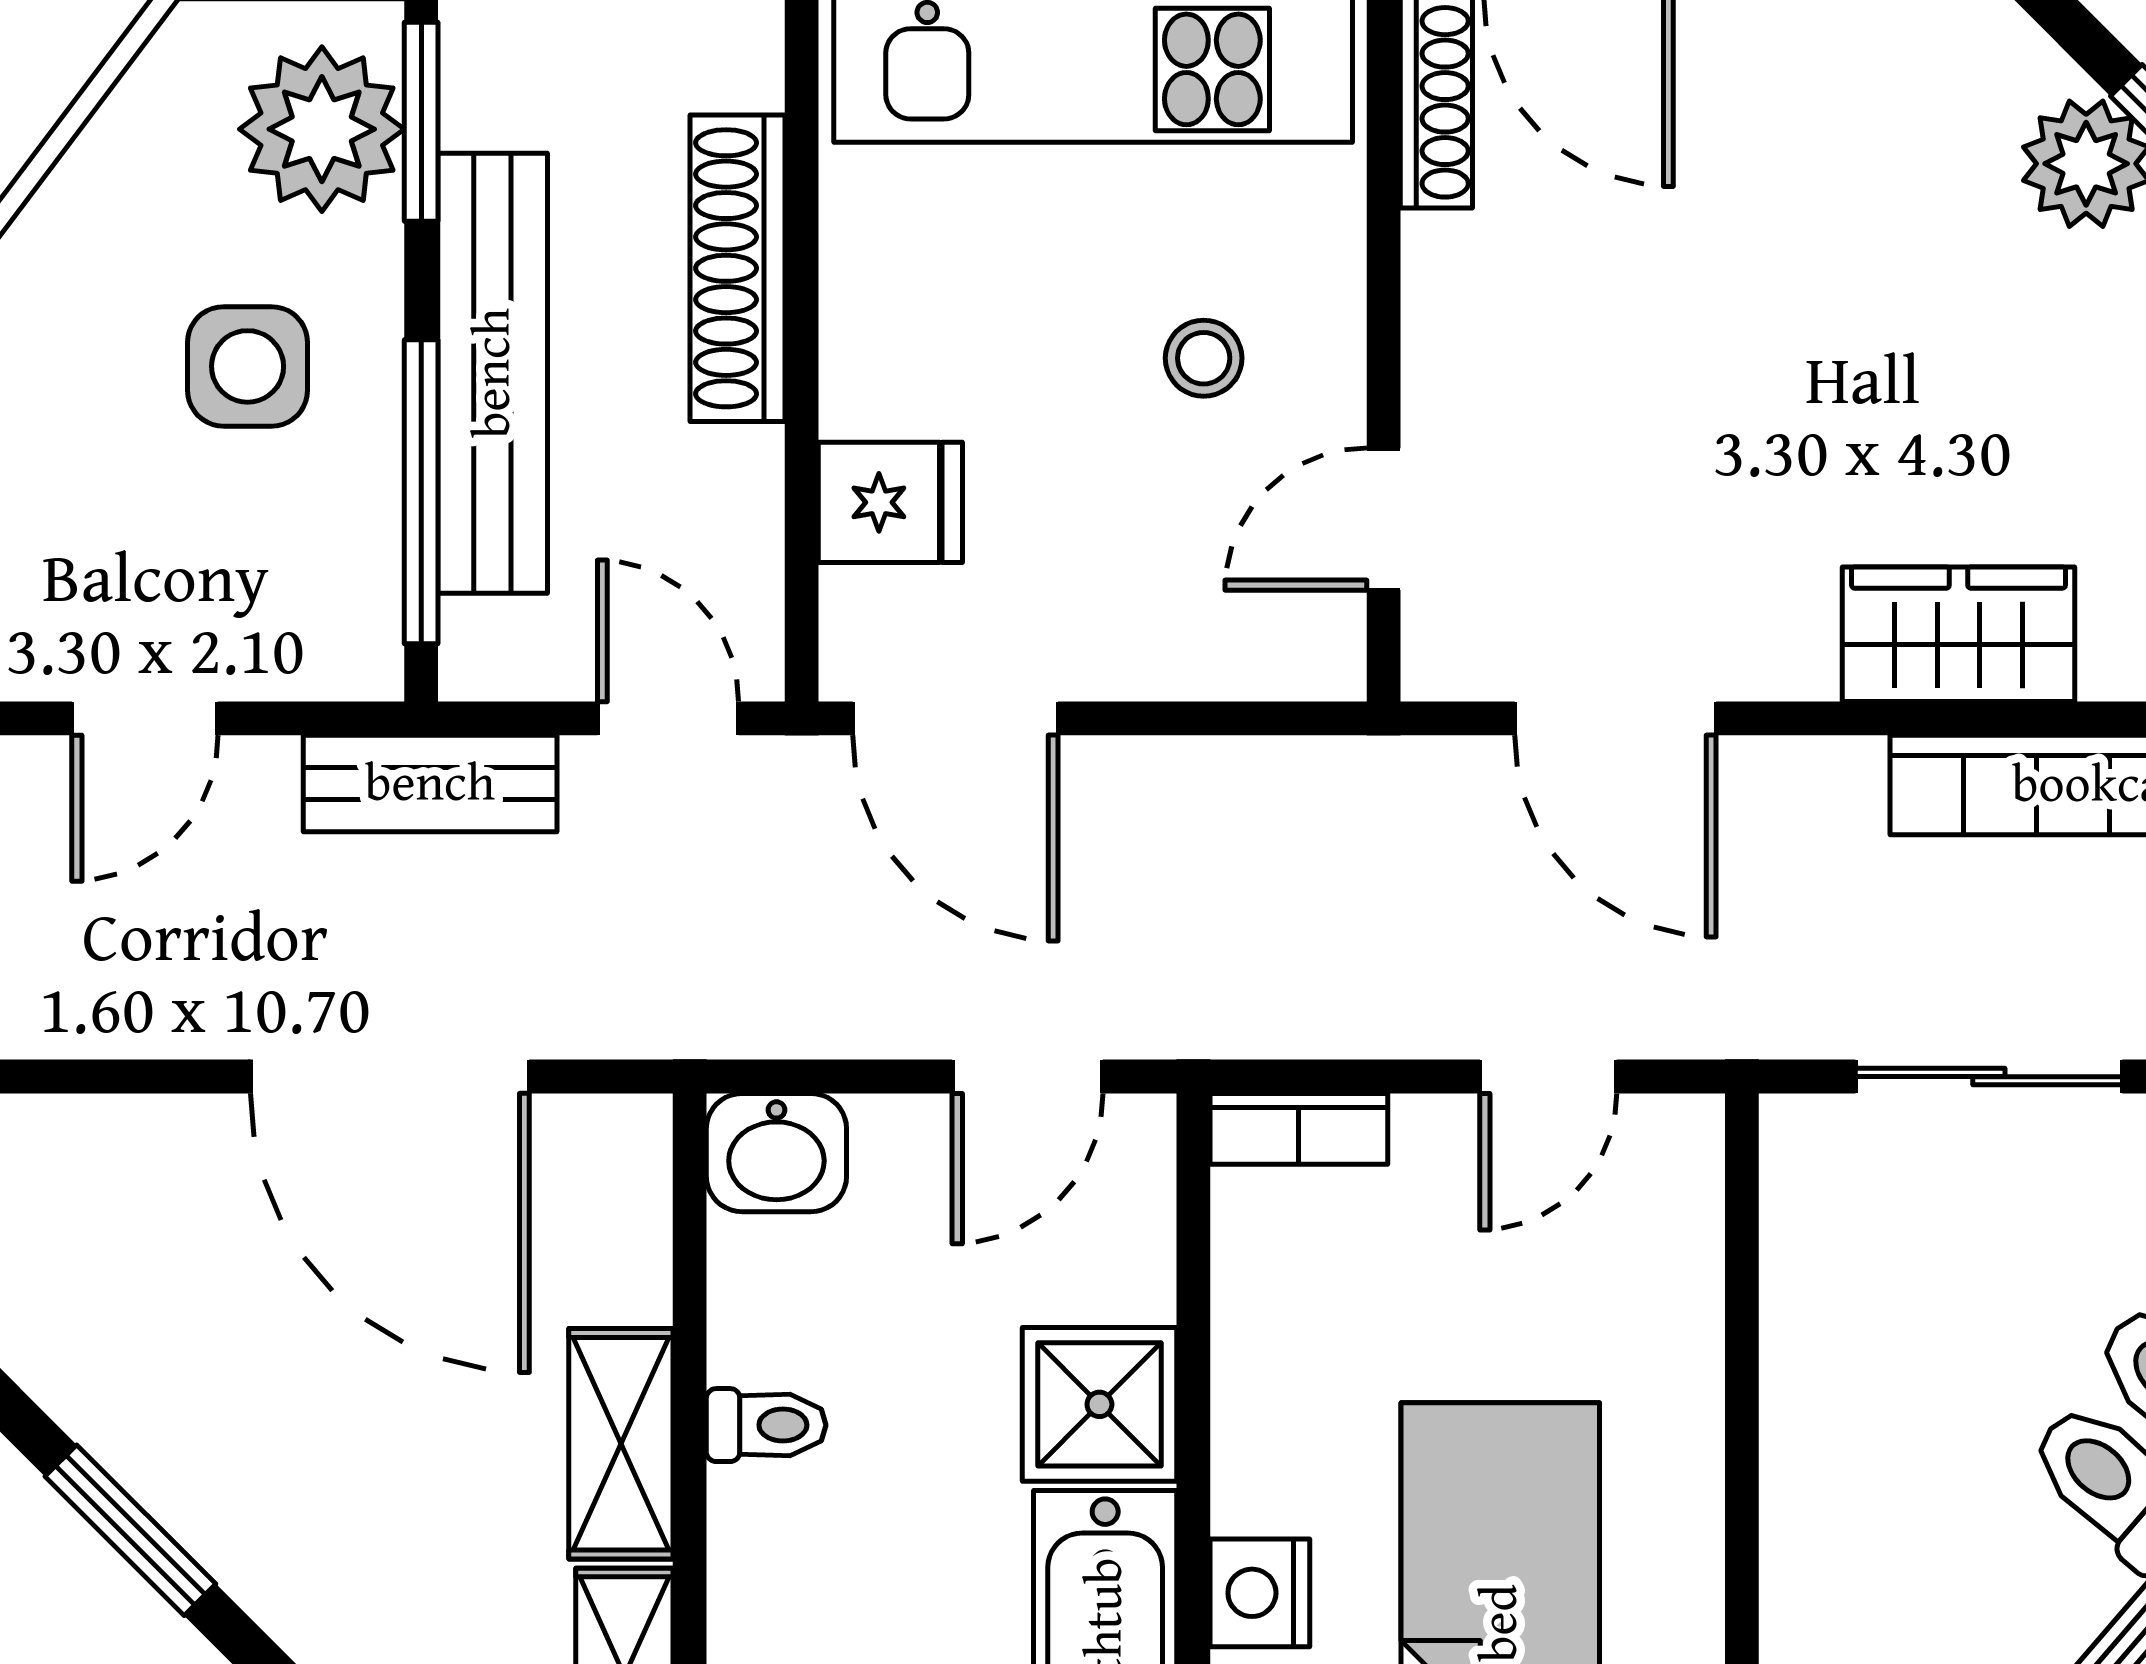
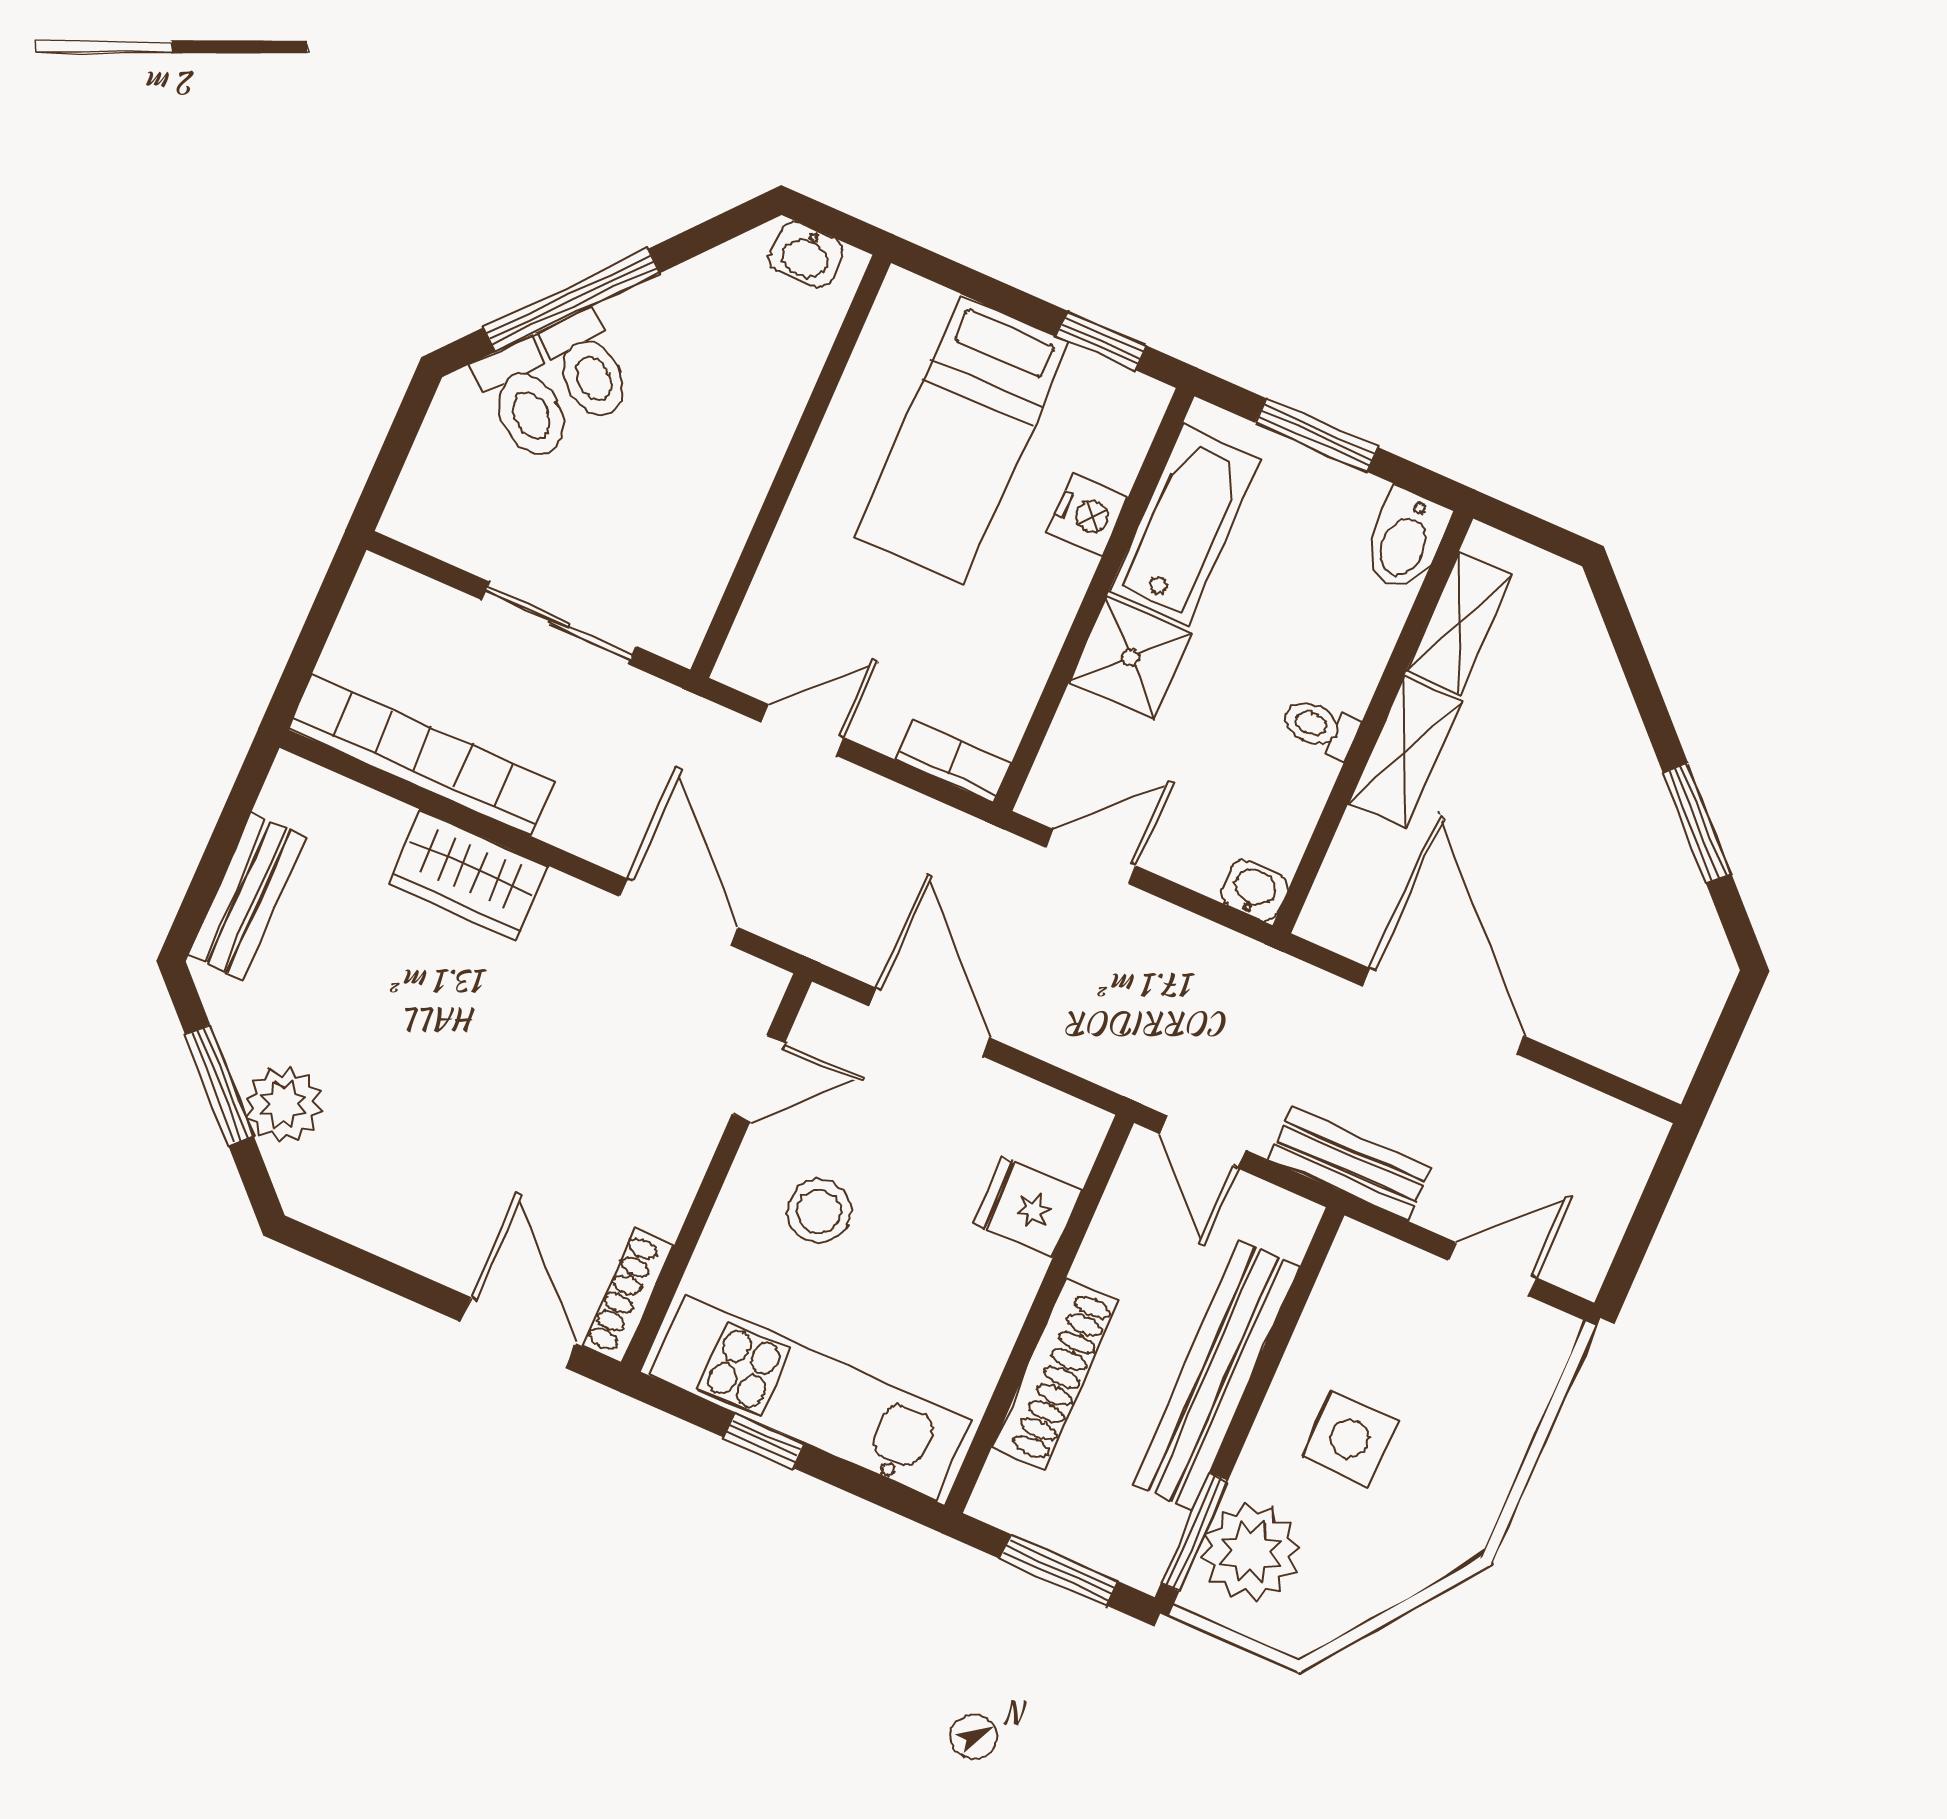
stool: (1204, 358) -> (819, 1211), width x1.37, depth x1.37
window: (421, 492) -> (1284, 1327), removed
door: (955, 718) -> (930, 1022), moved
washbasin: (776, 1153) -> (1254, 890), width x0.72, depth x0.69

